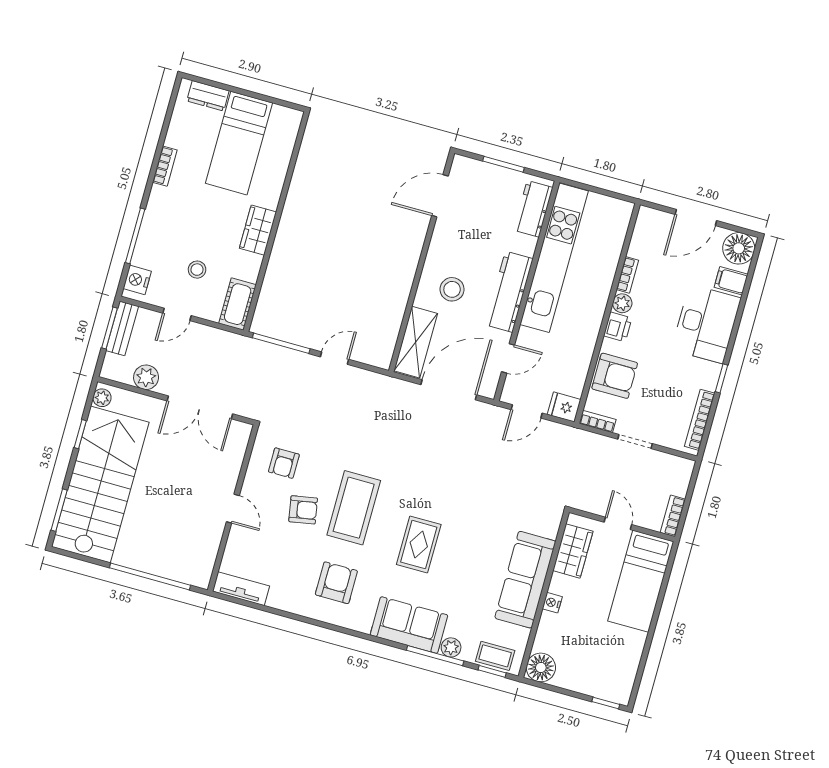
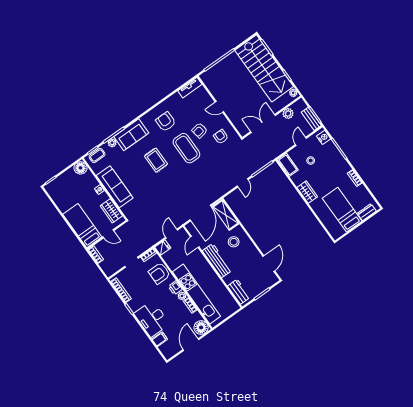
floor lamp: (739, 248) -> (201, 328), moved
kitchen unit: (554, 258) -> (196, 294), moved, turned 180
armchair: (336, 583) -> (166, 122), turned 180

